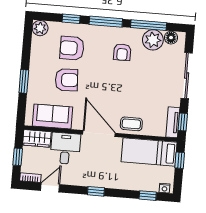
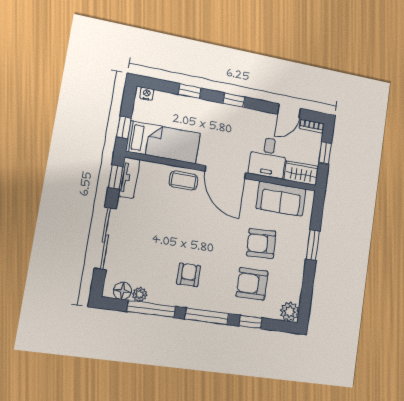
plant: (153, 40) -> (140, 294), width x0.53, depth x0.53
armchair: (72, 48) -> (252, 284), turned 180
window: (148, 196) -> (190, 91), moved

